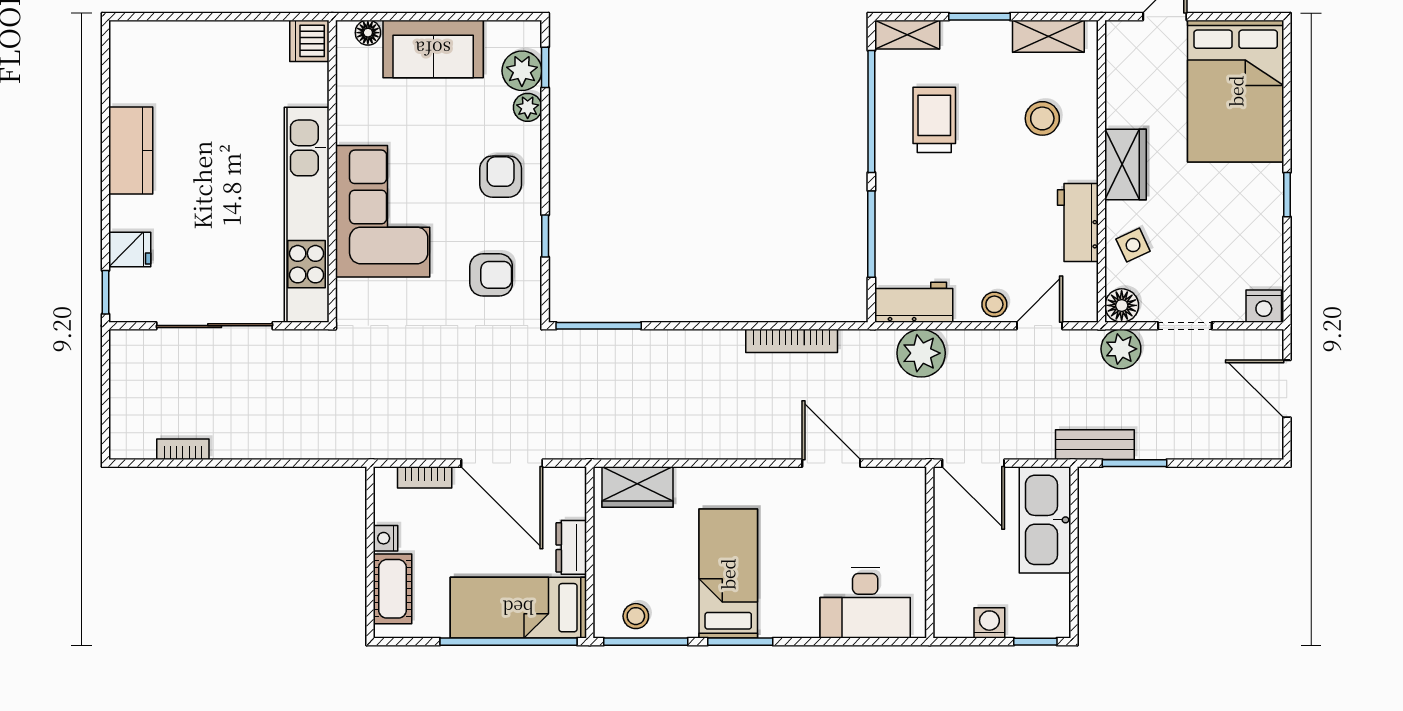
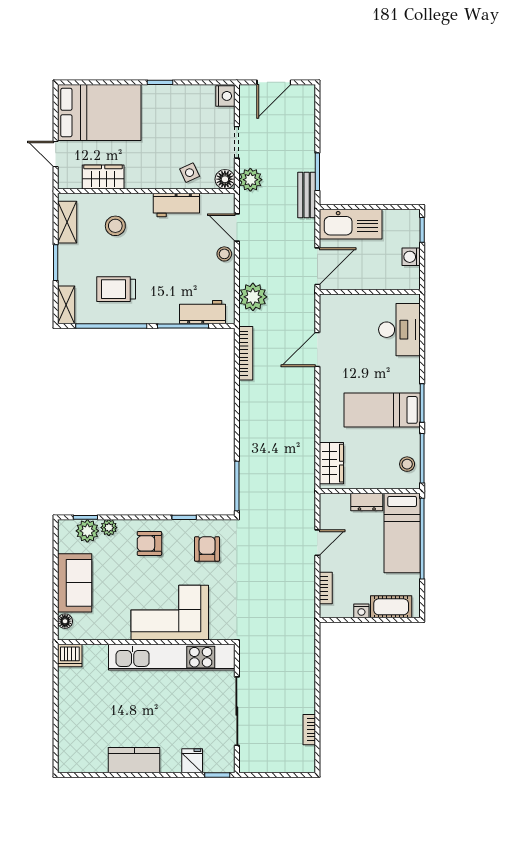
wardrobe: (1125, 165) -> (103, 177), moved
workbench: (914, 302) -> (203, 312), moved, turned 90
bookcase: (792, 341) -> (246, 353), moved
door: (502, 463) -> (317, 543), width x0.53

